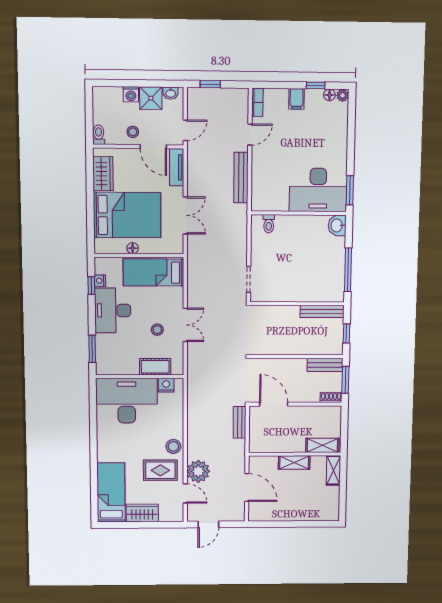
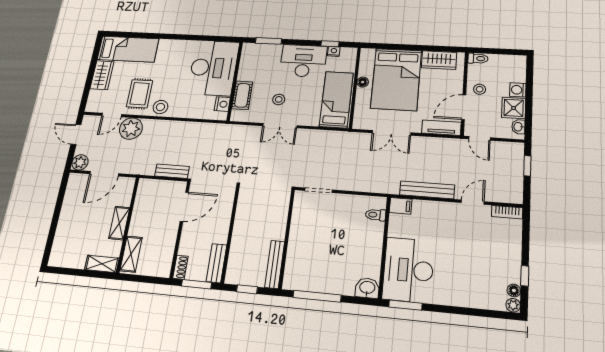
filing cabinet: (297, 99) -> (401, 206), moved, turned 180
door: (250, 134) -> (473, 202), swing flipped
plant: (237, 514) -> (80, 162), added

